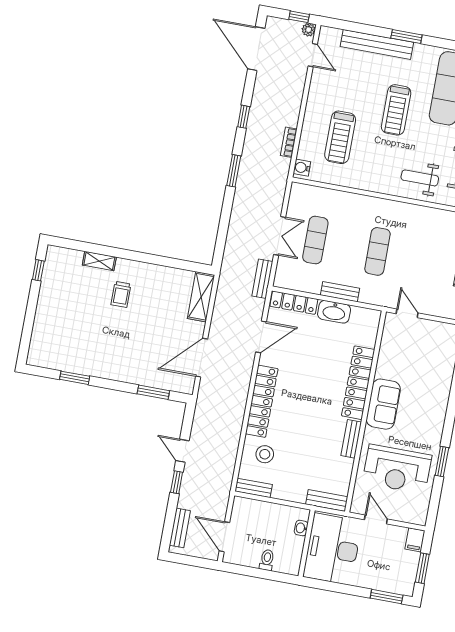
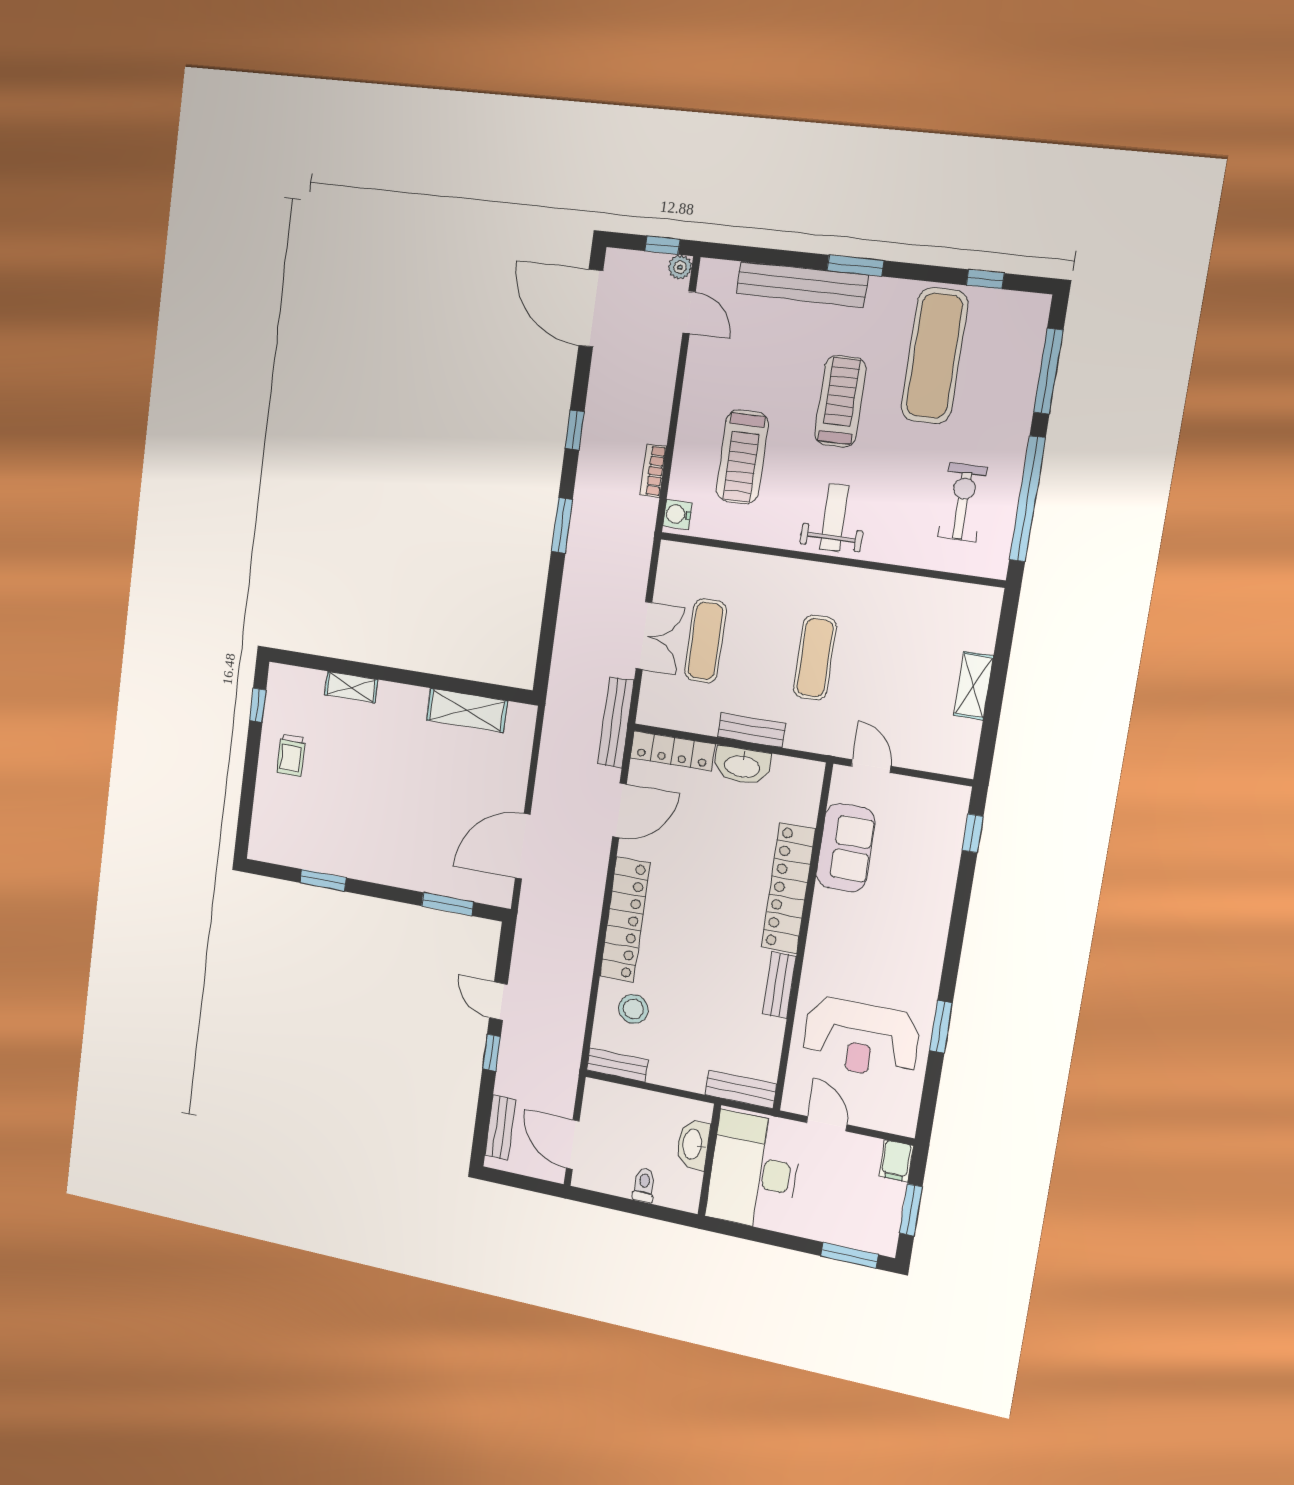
treadmill: (396, 110) -> (840, 402), turned 180
weight bench: (420, 178) -> (834, 518), moved, turned 90
bench: (262, 279) -> (616, 722), width x1.36
trolley: (121, 294) -> (291, 755), moved
shelving: (201, 297) -> (467, 710), moved, turned 90
sofa: (383, 404) -> (846, 848), moved
washbasin: (301, 528) -> (693, 1144), width x1.91, depth x1.45

